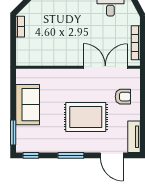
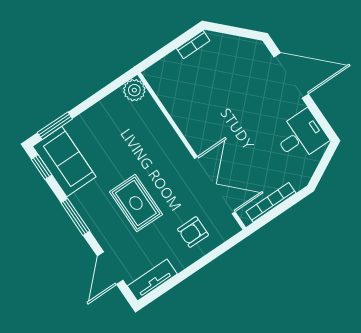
plant: (23, 76) -> (134, 90), added
armchair: (123, 97) -> (193, 232), turned 90
sofa: (28, 105) -> (64, 162), moved, turned -90
rug: (86, 117) -> (136, 203), width x0.73, depth x0.70

